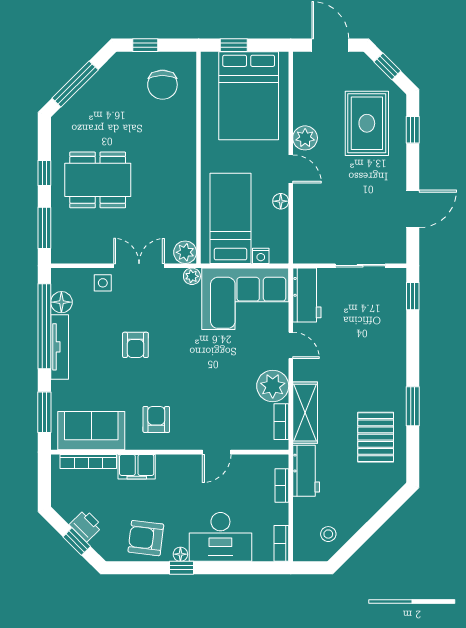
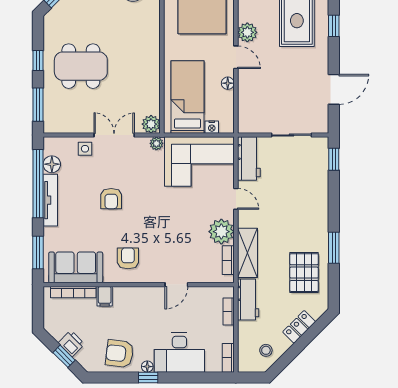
filing cabinet: (137, 467) -> (105, 296), width x0.50
locker: (370, 505) -> (299, 327), added

